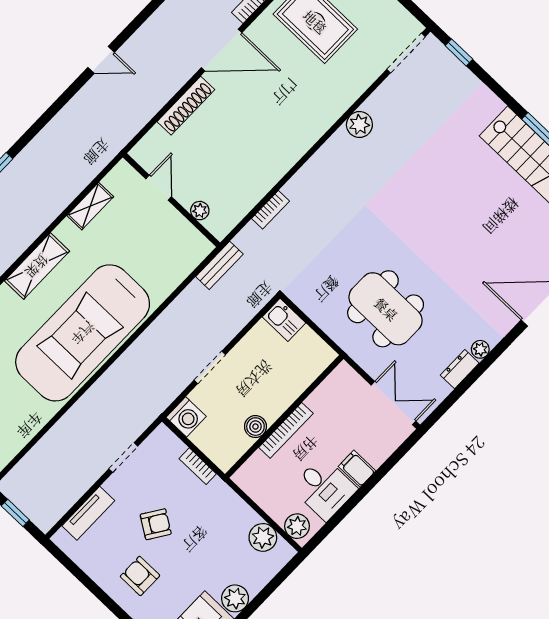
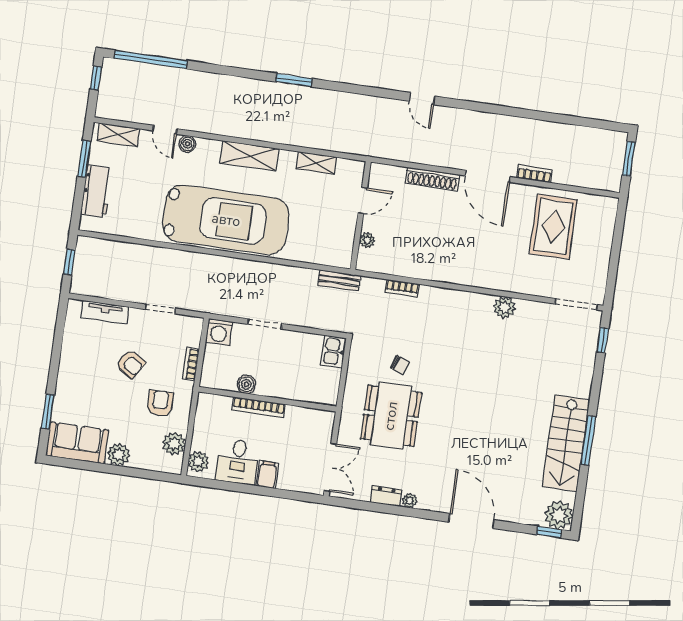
chair: (343, 265) -> (400, 365), added
car: (83, 333) -> (226, 220), turned 180
armchair: (140, 576) -> (160, 403), moved

